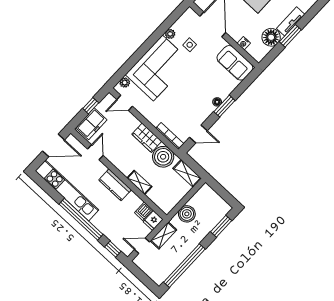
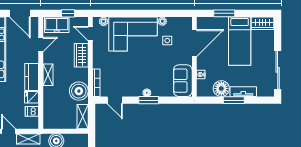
wardrobe: (147, 138) -> (81, 55), moved
shelving: (139, 182) -> (48, 75), moved
fridge: (153, 221) -> (32, 97), moved

